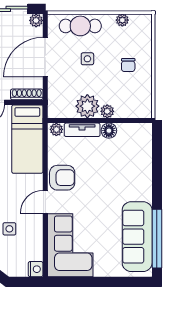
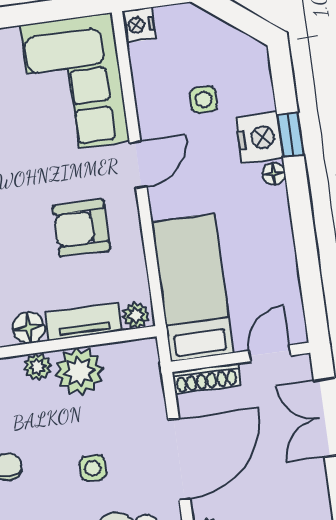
armchair: (62, 178) -> (81, 228), moved

